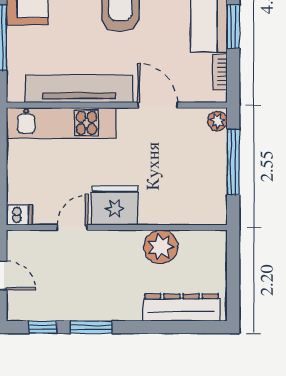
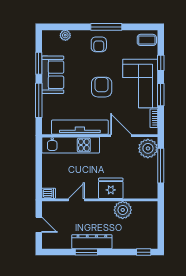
plant: (217, 121) -> (148, 148), width x1.87, depth x1.87
fridge: (115, 205) -> (111, 188), moved
dresser: (181, 307) -> (92, 242), moved
window: (43, 327) -> (144, 252), moved

